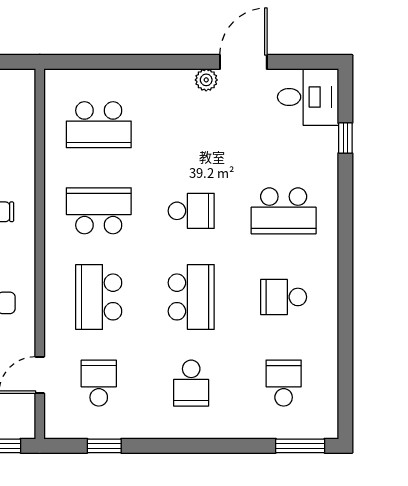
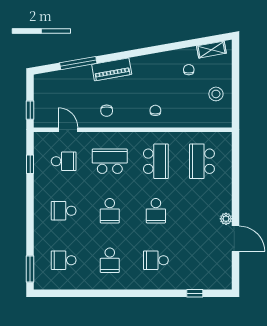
desk: (308, 97) -> (217, 273), removed
school desk: (284, 211) -> (156, 260), width x0.54
school desk: (191, 297) -> (110, 211), width x0.54
school desk: (284, 297) -> (110, 260), turned 180
school desk: (284, 383) -> (64, 260), turned 180

